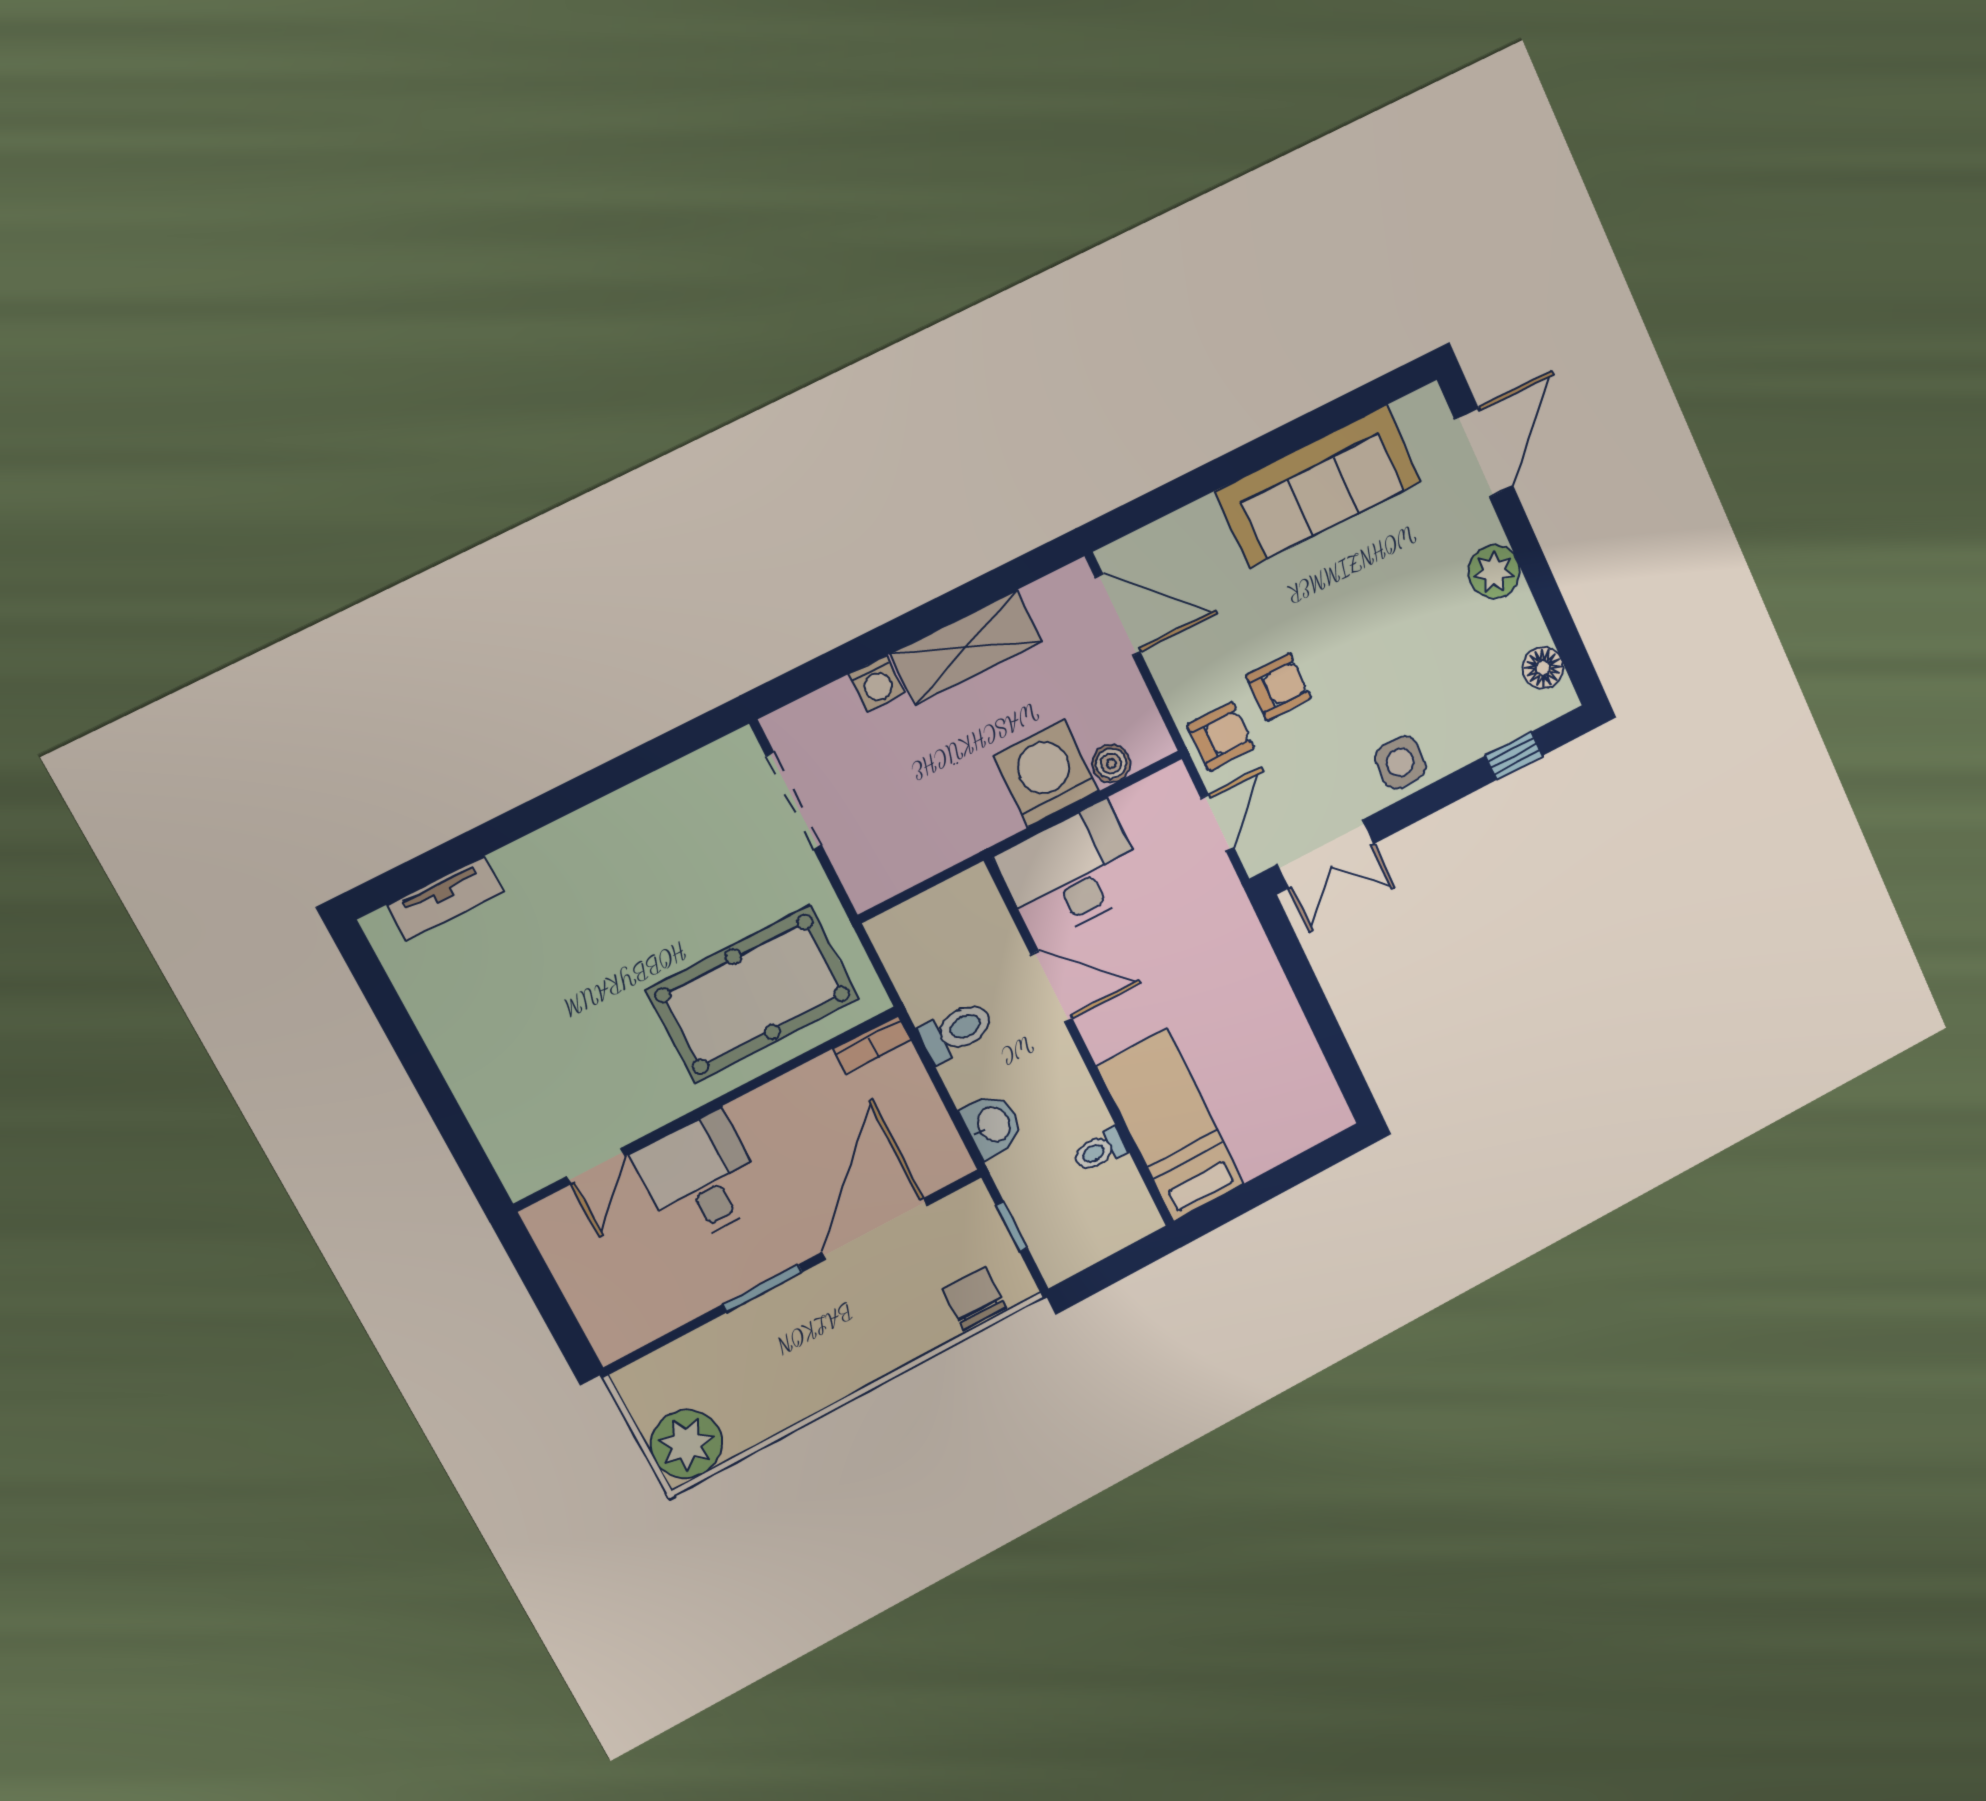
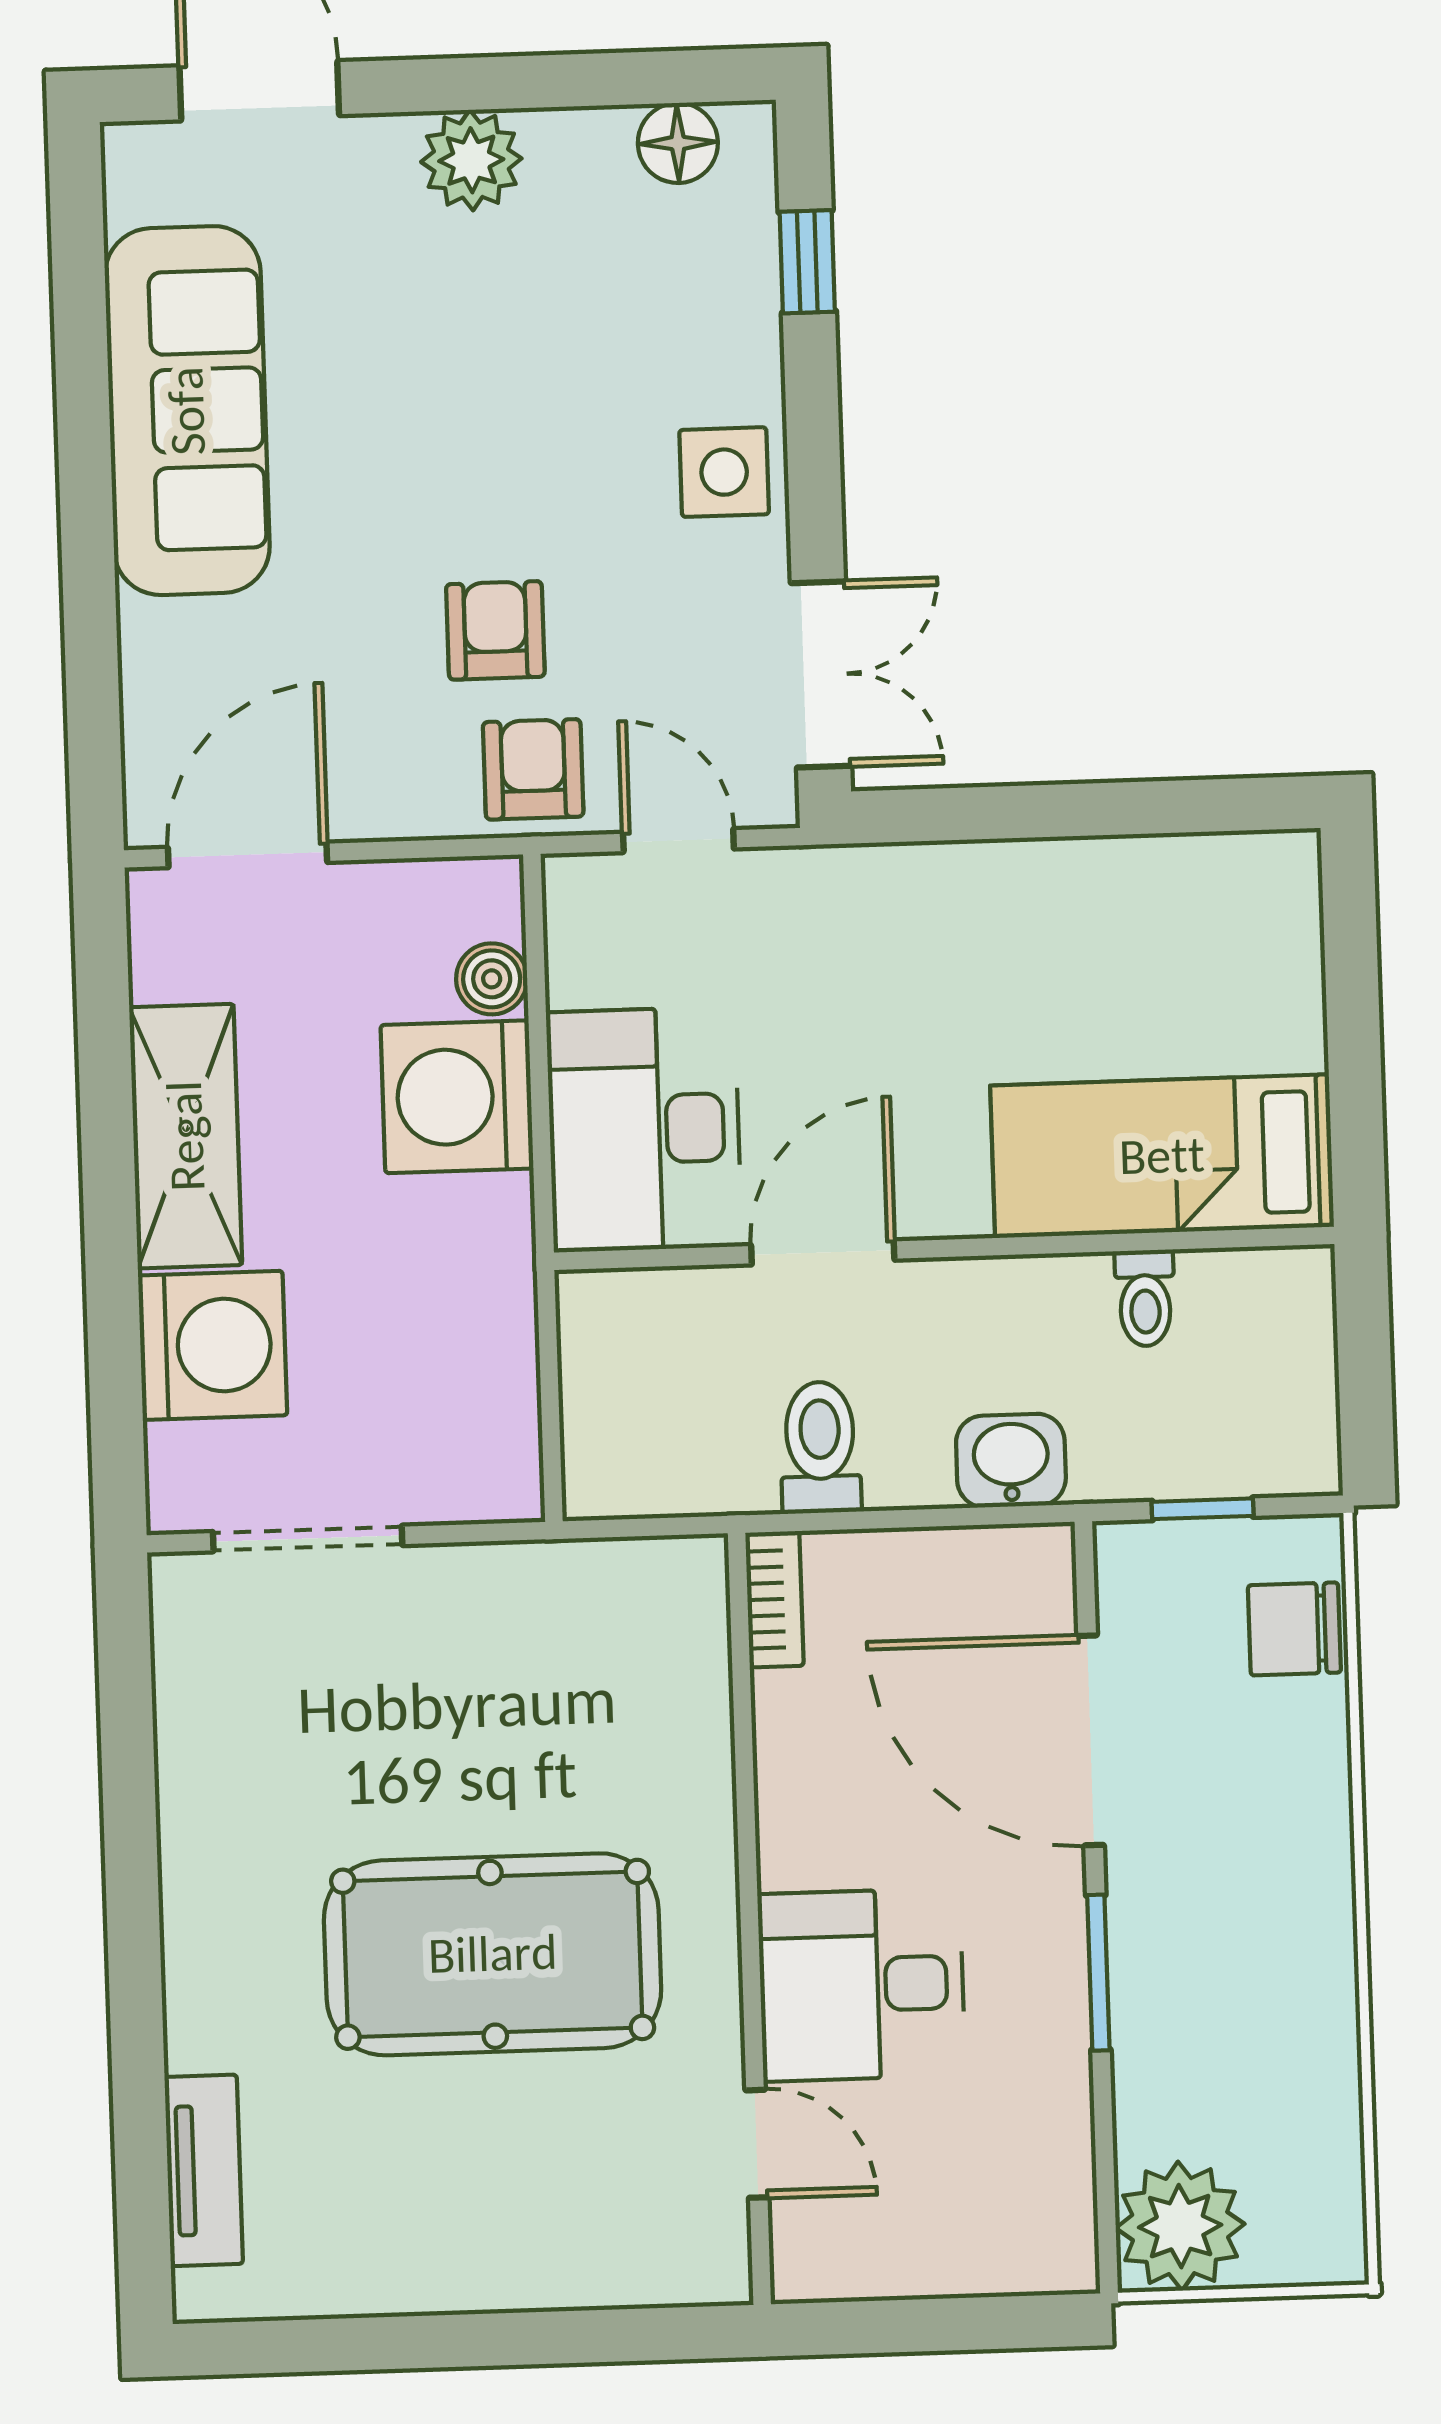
washing machine: (877, 684) -> (213, 1345), width x1.89, depth x1.89
pool table: (753, 994) -> (493, 1954), moved, turned 90
plant: (686, 1444) -> (1180, 2226), moved

